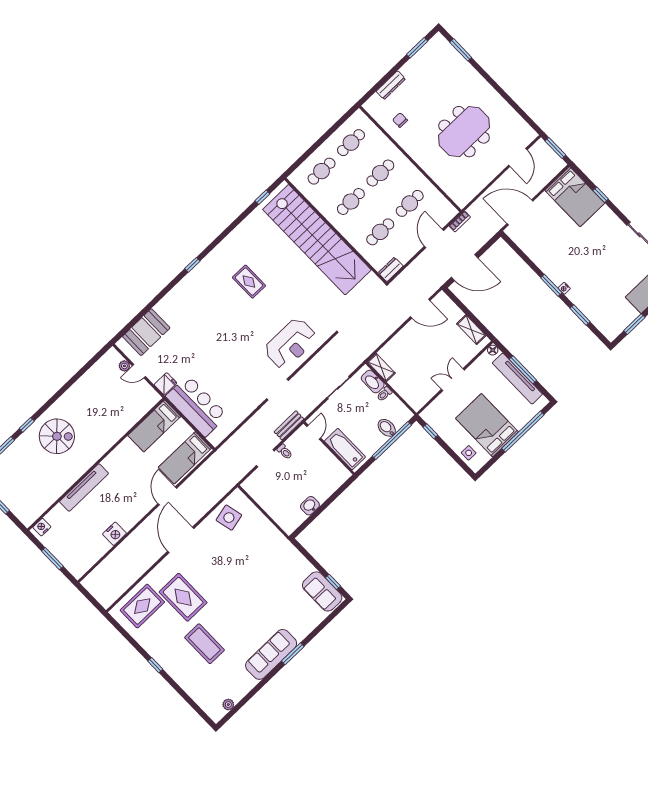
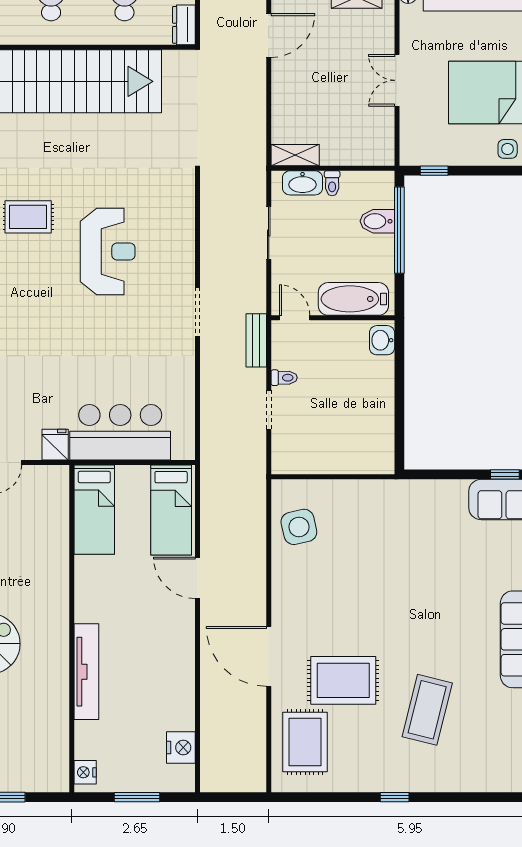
reception desk: (290, 344) -> (108, 252), moved
washbasin: (310, 506) -> (382, 340), moved
nightstand: (114, 534) -> (181, 748), moved
door: (181, 540) -> (269, 656), moved
coffee table: (204, 644) -> (427, 710), turned -76

